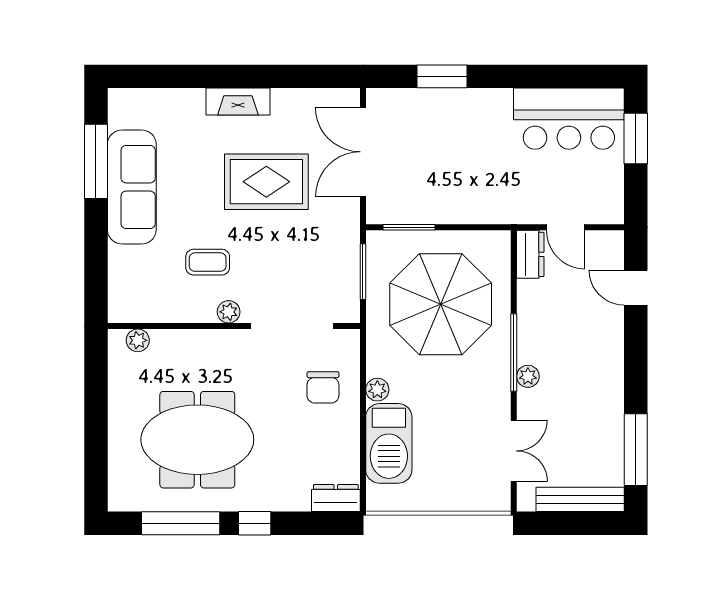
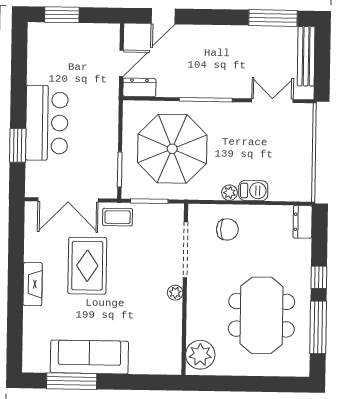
bar counter: (569, 119) -> (47, 123), moved
coffee table: (208, 262) -> (118, 217), moved, turned 90
plant: (138, 340) -> (200, 355), width x1.88, depth x1.88
plant: (528, 376) -> (222, 90), removed
barbecue: (389, 443) -> (253, 191), width x0.53, depth x0.65

